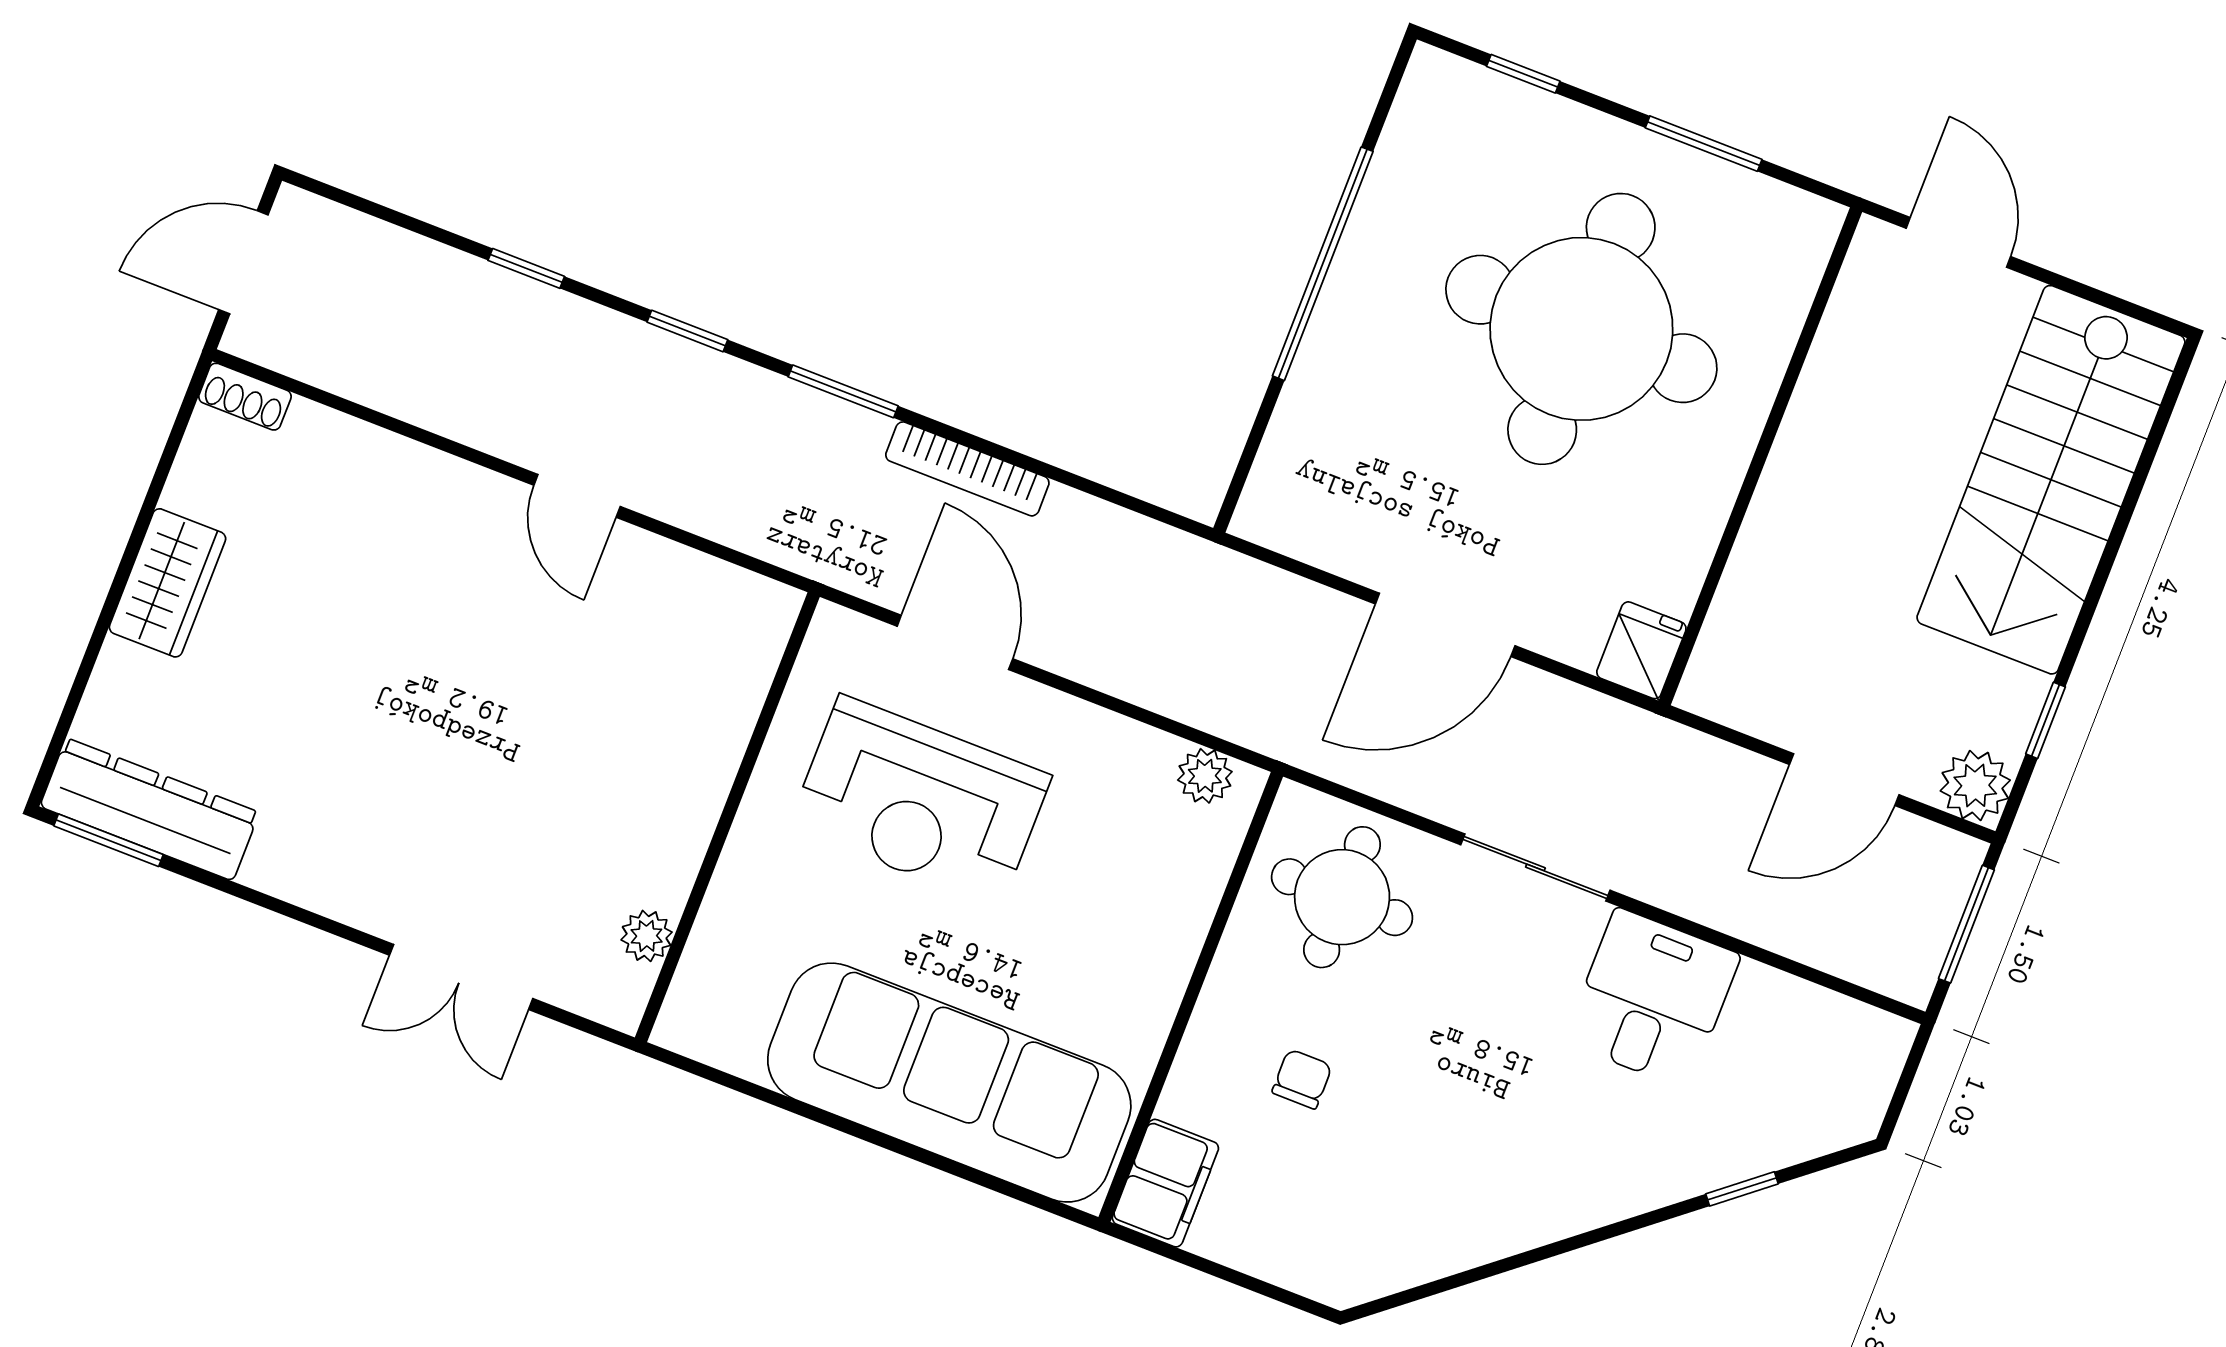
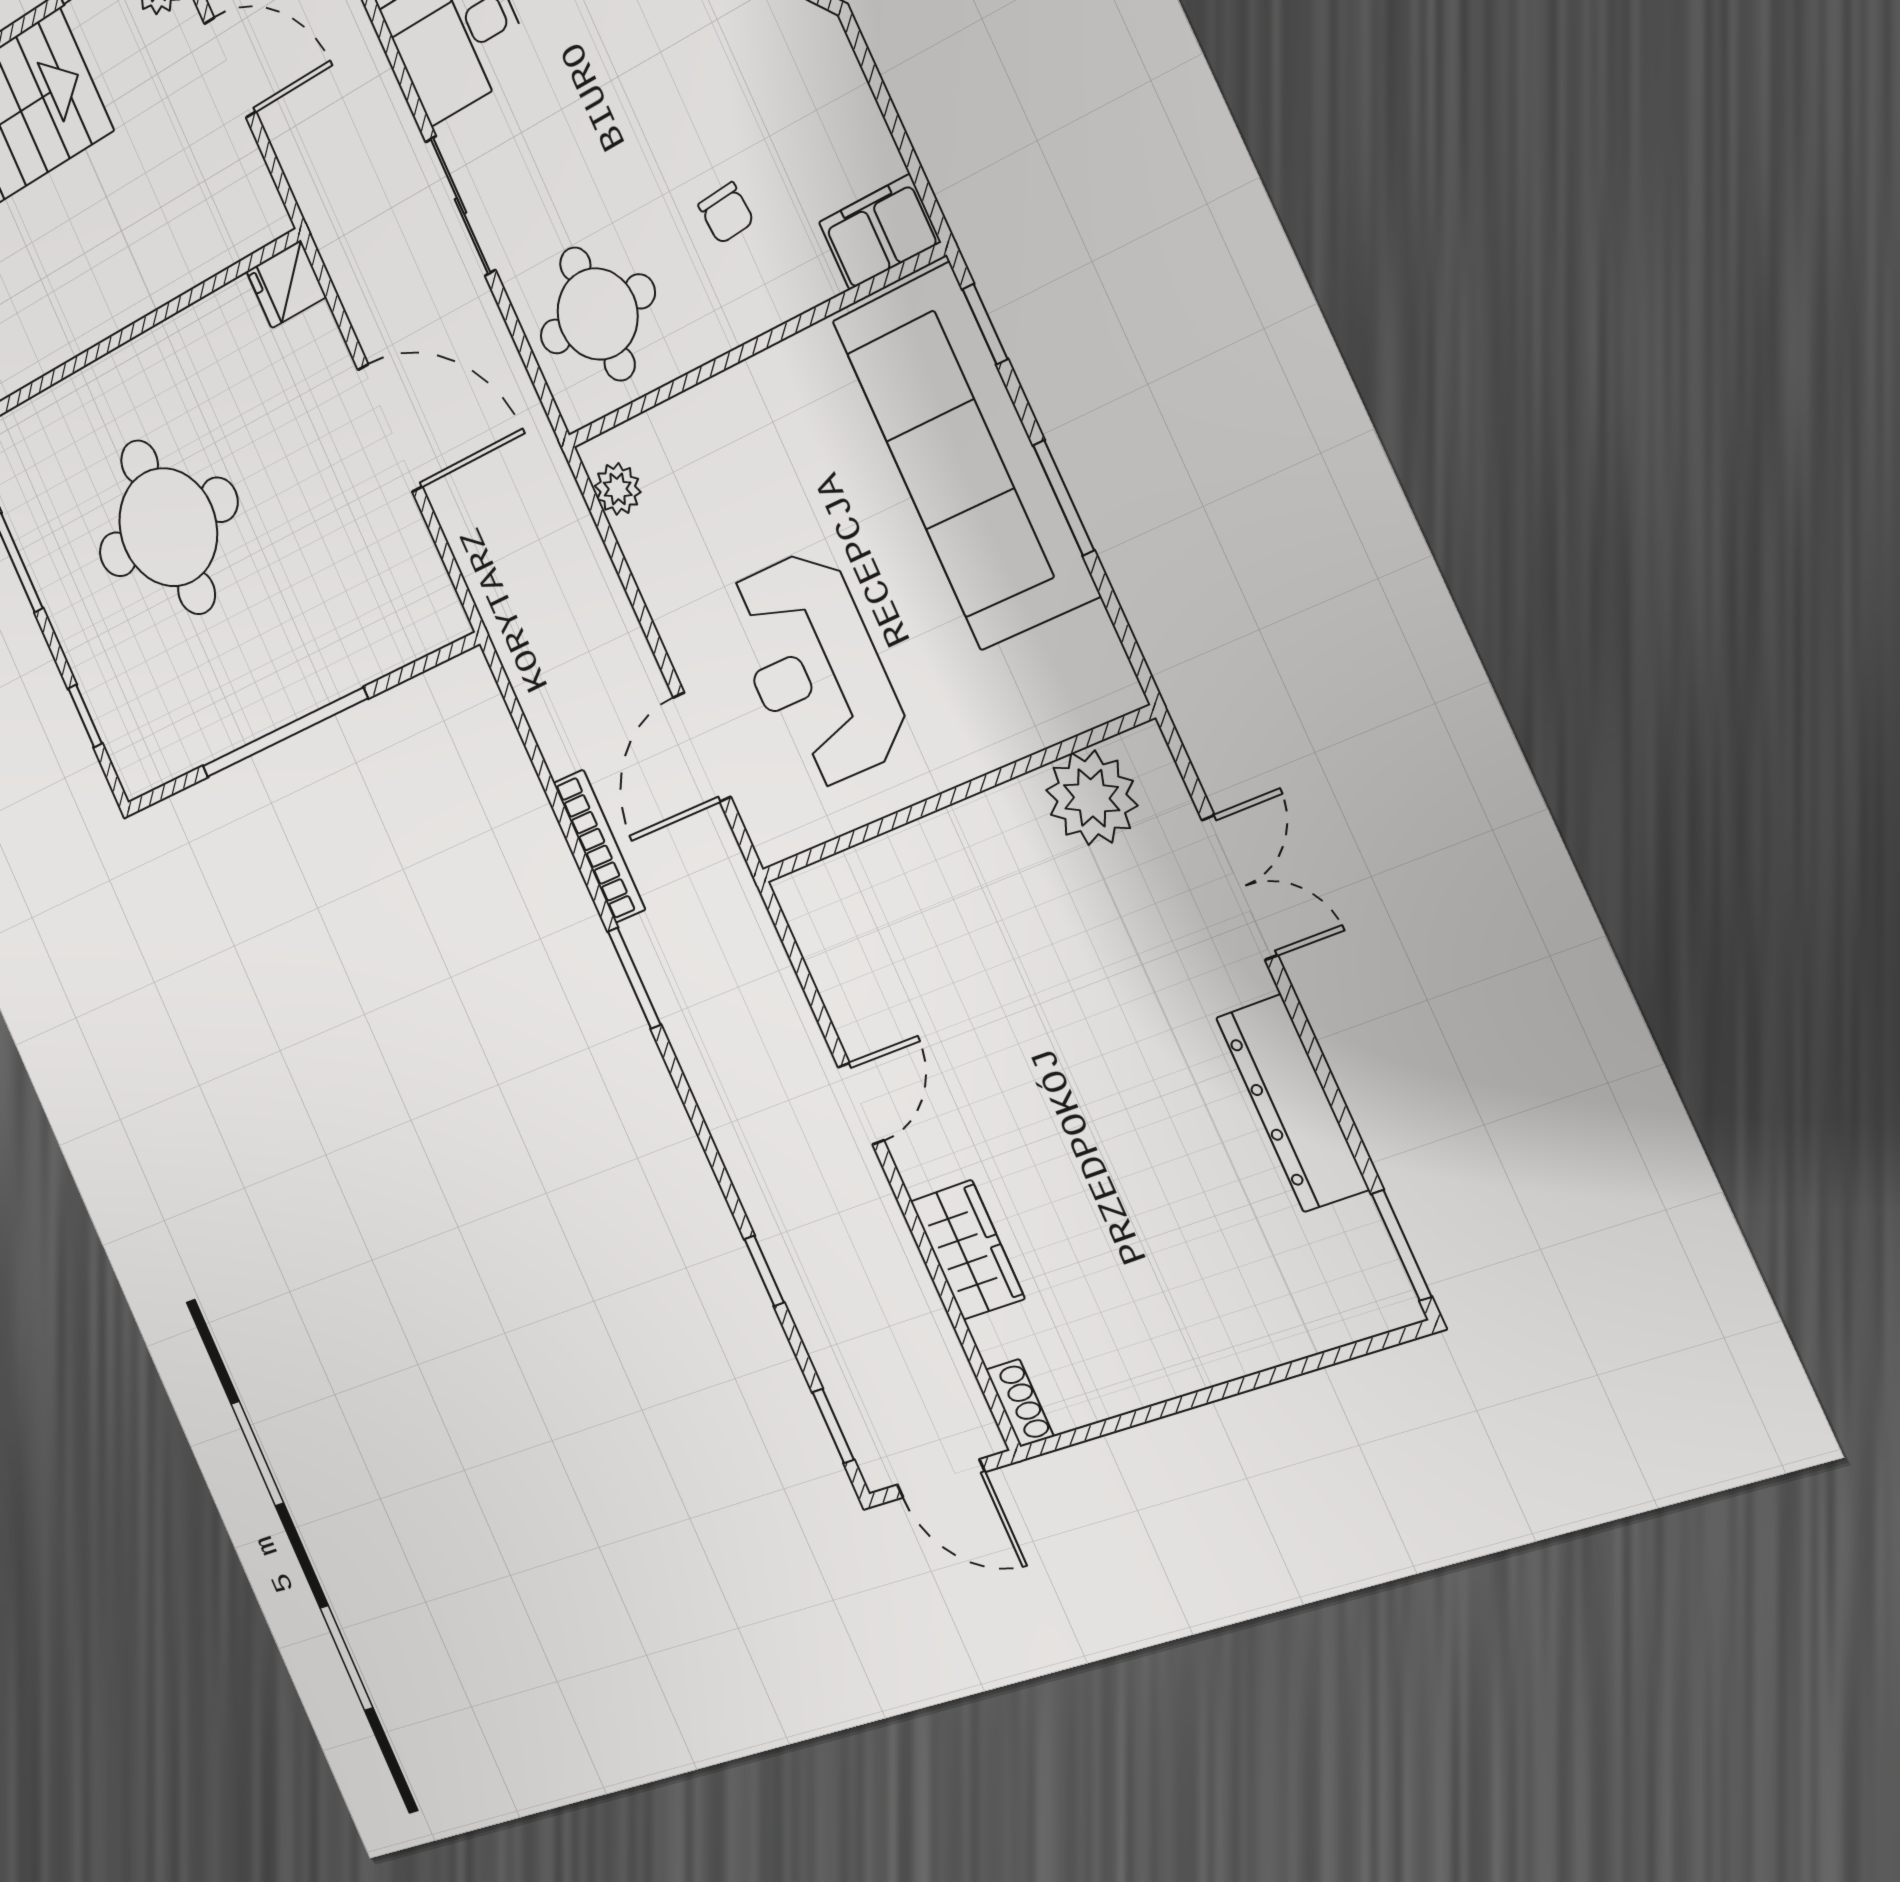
round table: (1581, 329) -> (168, 527), width x0.73, depth x0.73
window: (687, 331) -> (833, 1426), moved
wardrobe: (167, 583) -> (968, 1250), moved, turned 90
reception desk: (920, 801) -> (815, 669), turned 180
dresser: (150, 809) -> (1292, 1103), moved
plant: (647, 936) -> (1092, 798), width x1.88, depth x1.88
chair: (1302, 1079) -> (726, 213), turned -95
window: (849, 1127) -> (1064, 498), added
window: (1023, 1195) -> (985, 324), added

